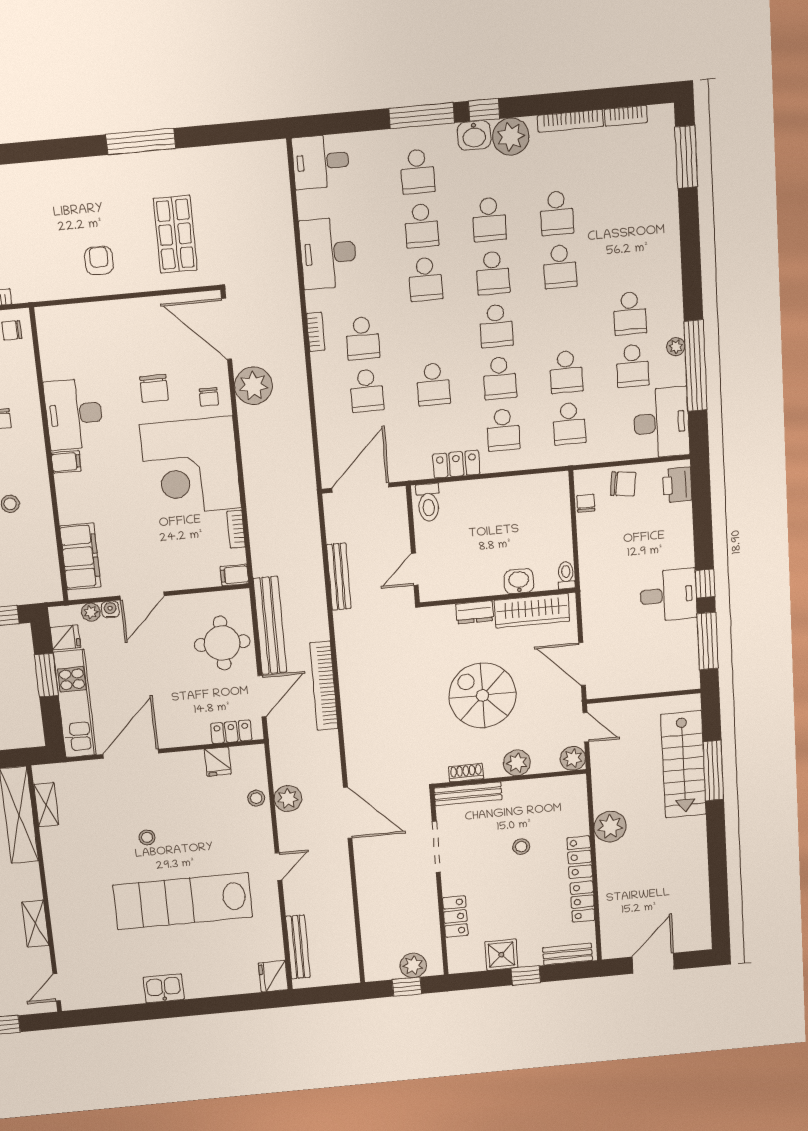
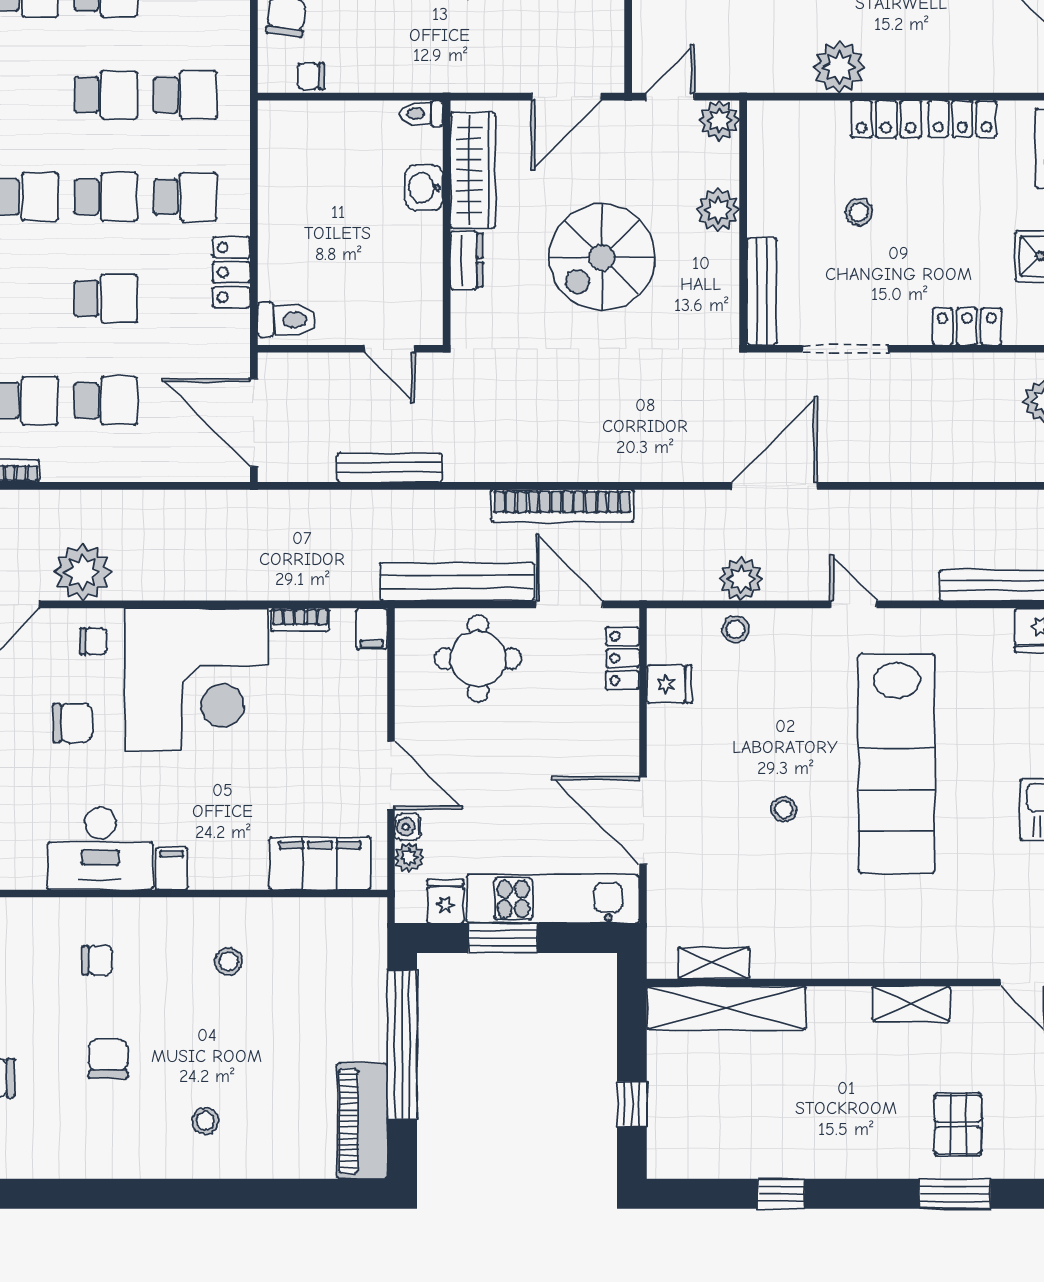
shoe rack: (466, 773) -> (726, 292), removed

